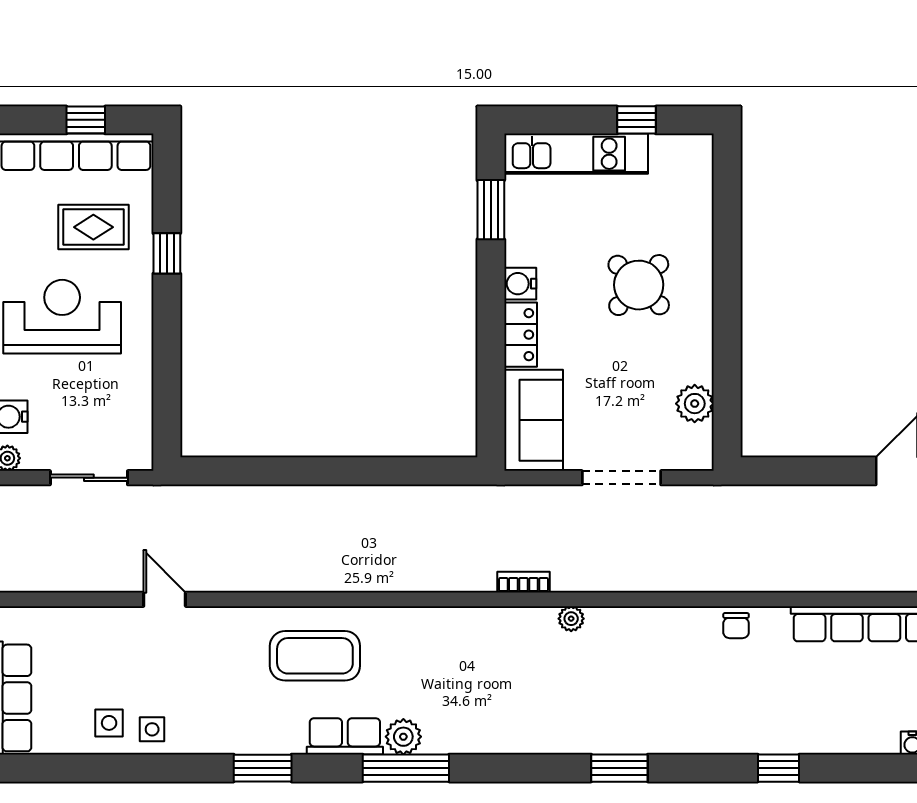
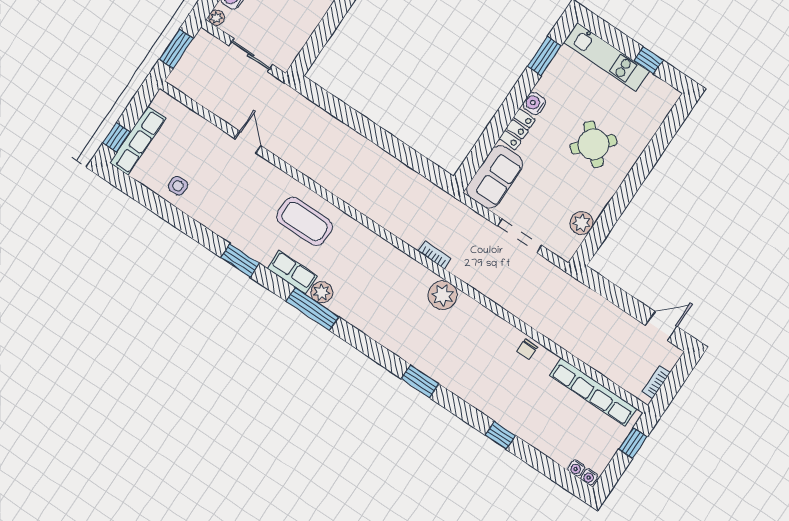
plant: (571, 619) -> (443, 295), width x1.88, depth x1.88
side table: (152, 729) -> (197, 203), removed

